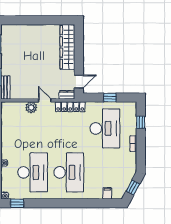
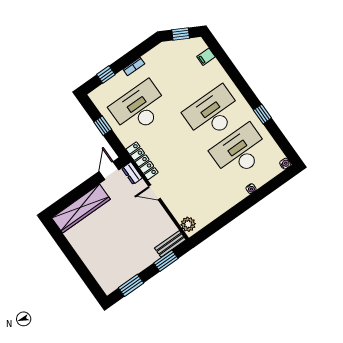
door: (79, 82) -> (109, 171), hinge flipped
door: (45, 100) -> (154, 192), hinge flipped
plant: (31, 107) -> (188, 224), moved
window: (17, 203) -> (262, 114), moved

